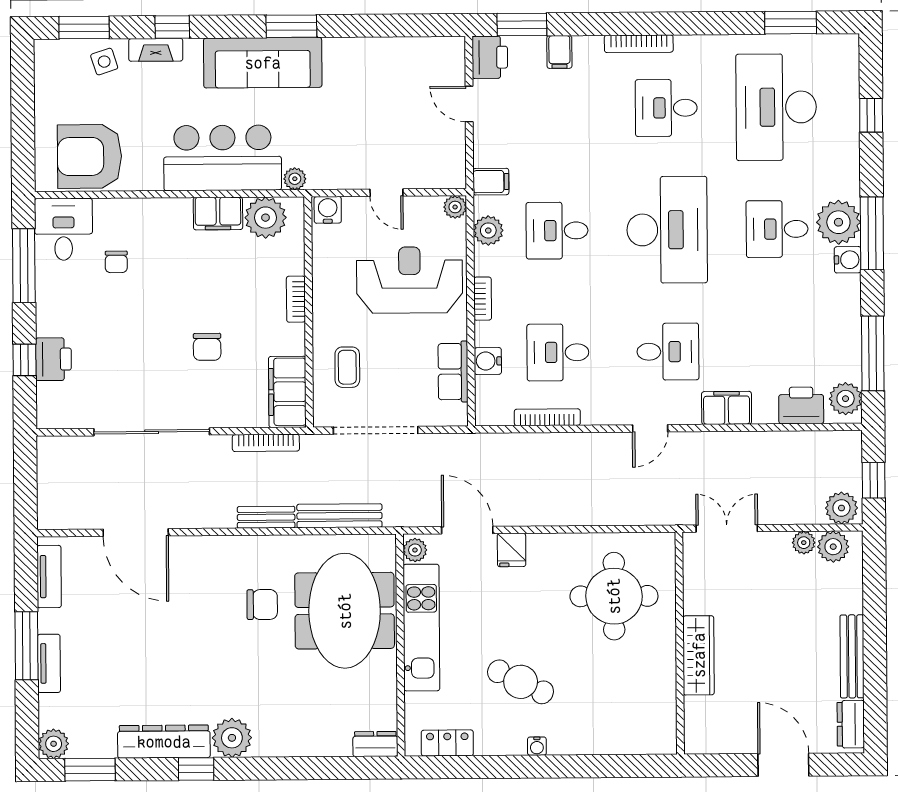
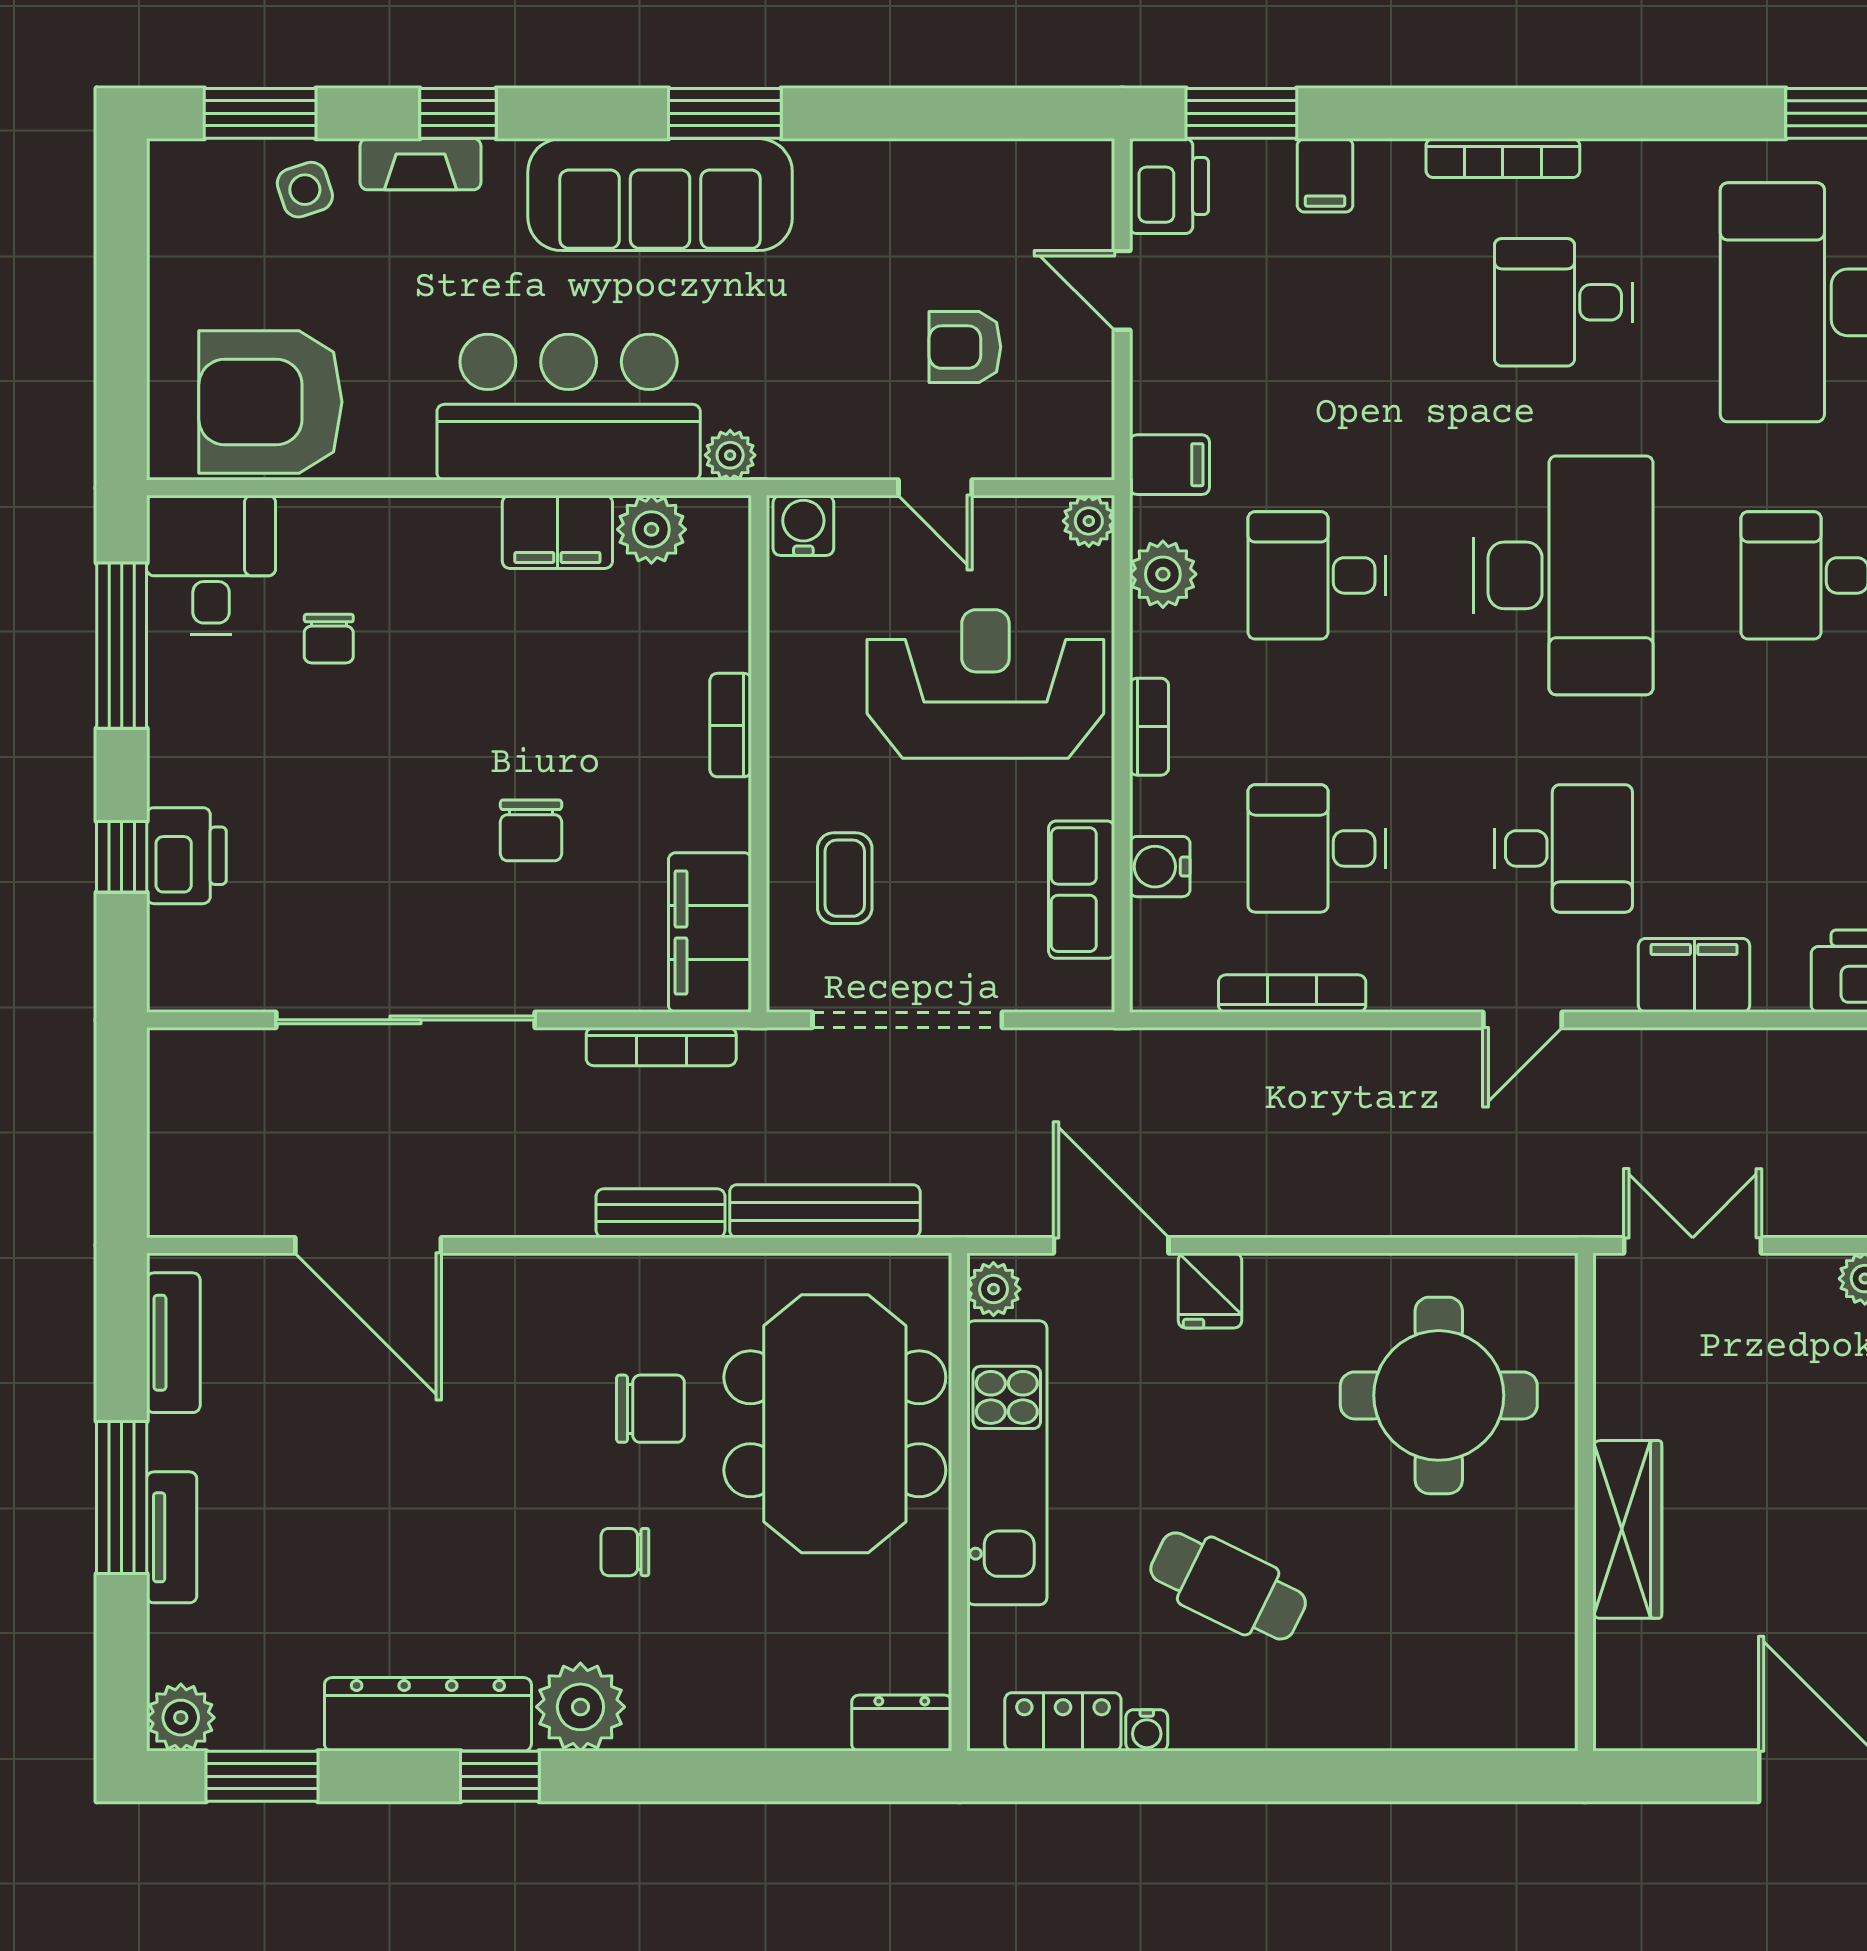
armchair: (399, 130) -> (965, 347), added
plant: (266, 218) -> (651, 529), width x0.73, depth x0.73
chair: (251, 669) -> (625, 1552), added
water cooler: (537, 746) -> (1147, 1730), moved

